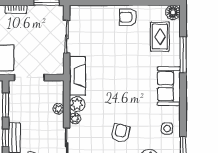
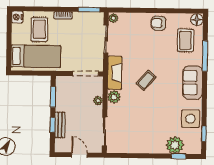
doorway: (29, 78) -> (86, 74), moved
coffee table: (114, 84) -> (146, 80), added
plant: (75, 118) -> (113, 18), moved
side table: (167, 128) -> (190, 119), width x1.87, depth x1.87
armchair: (120, 133) -> (151, 122), removed

